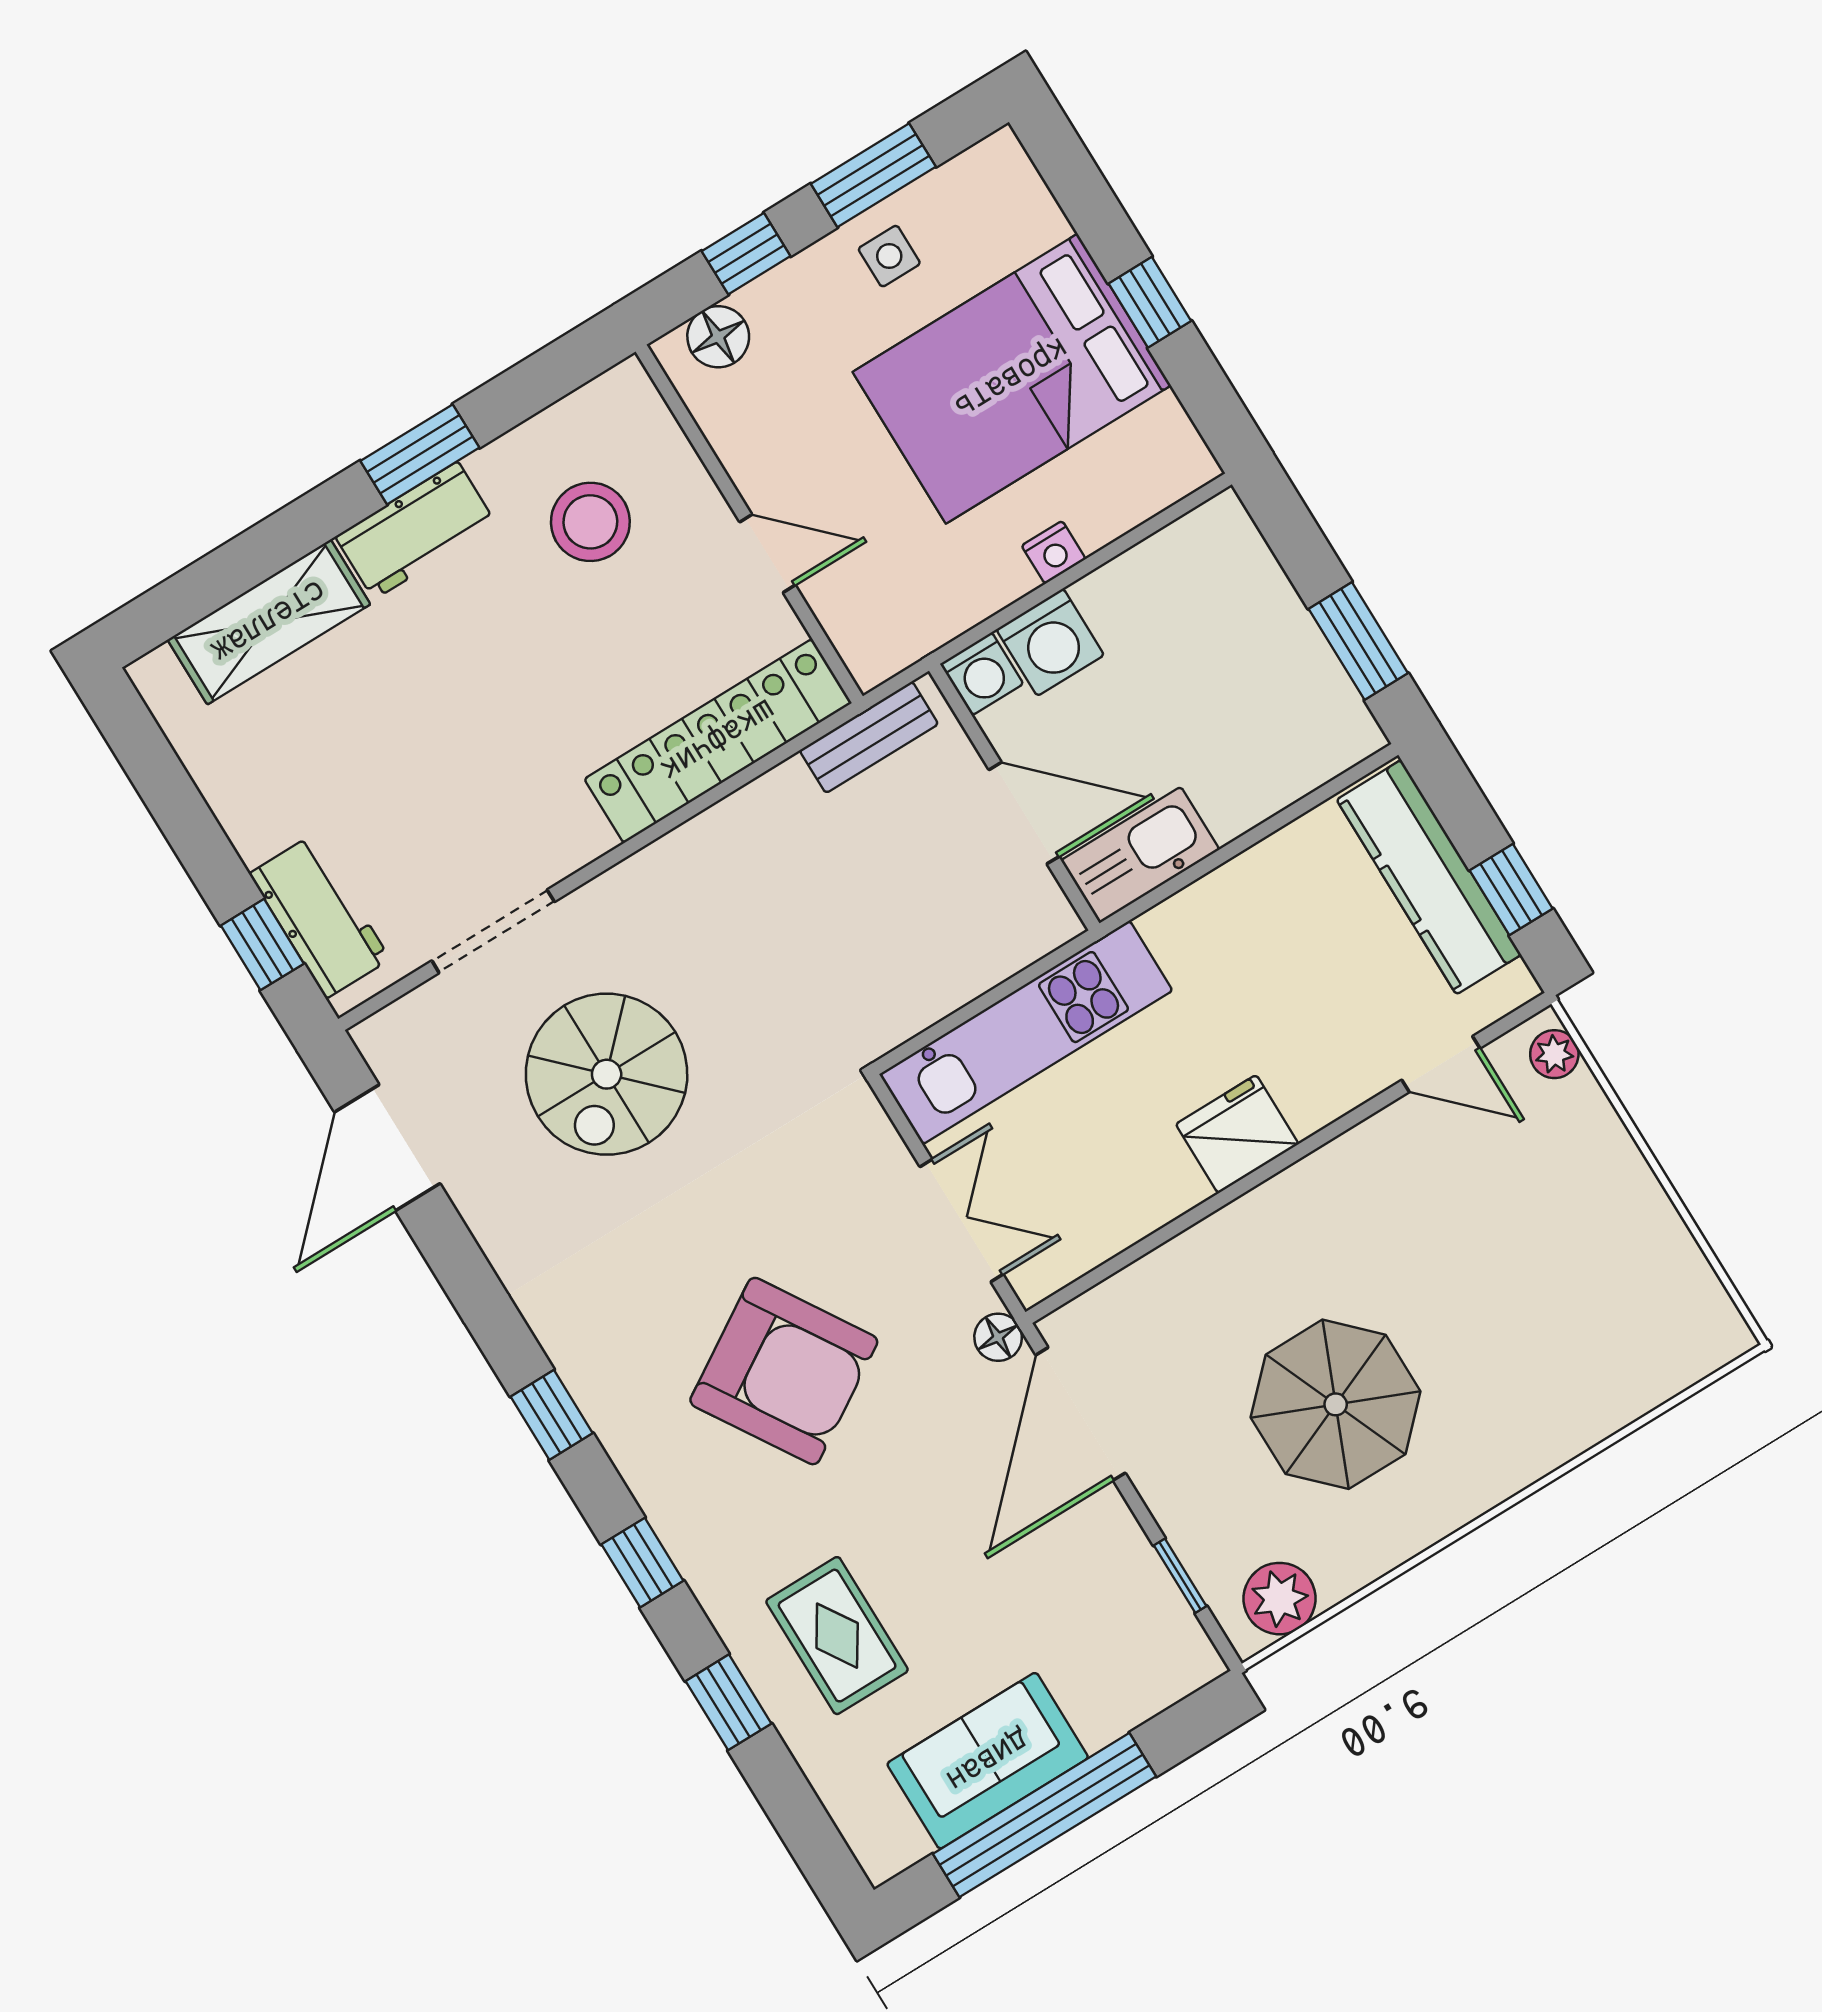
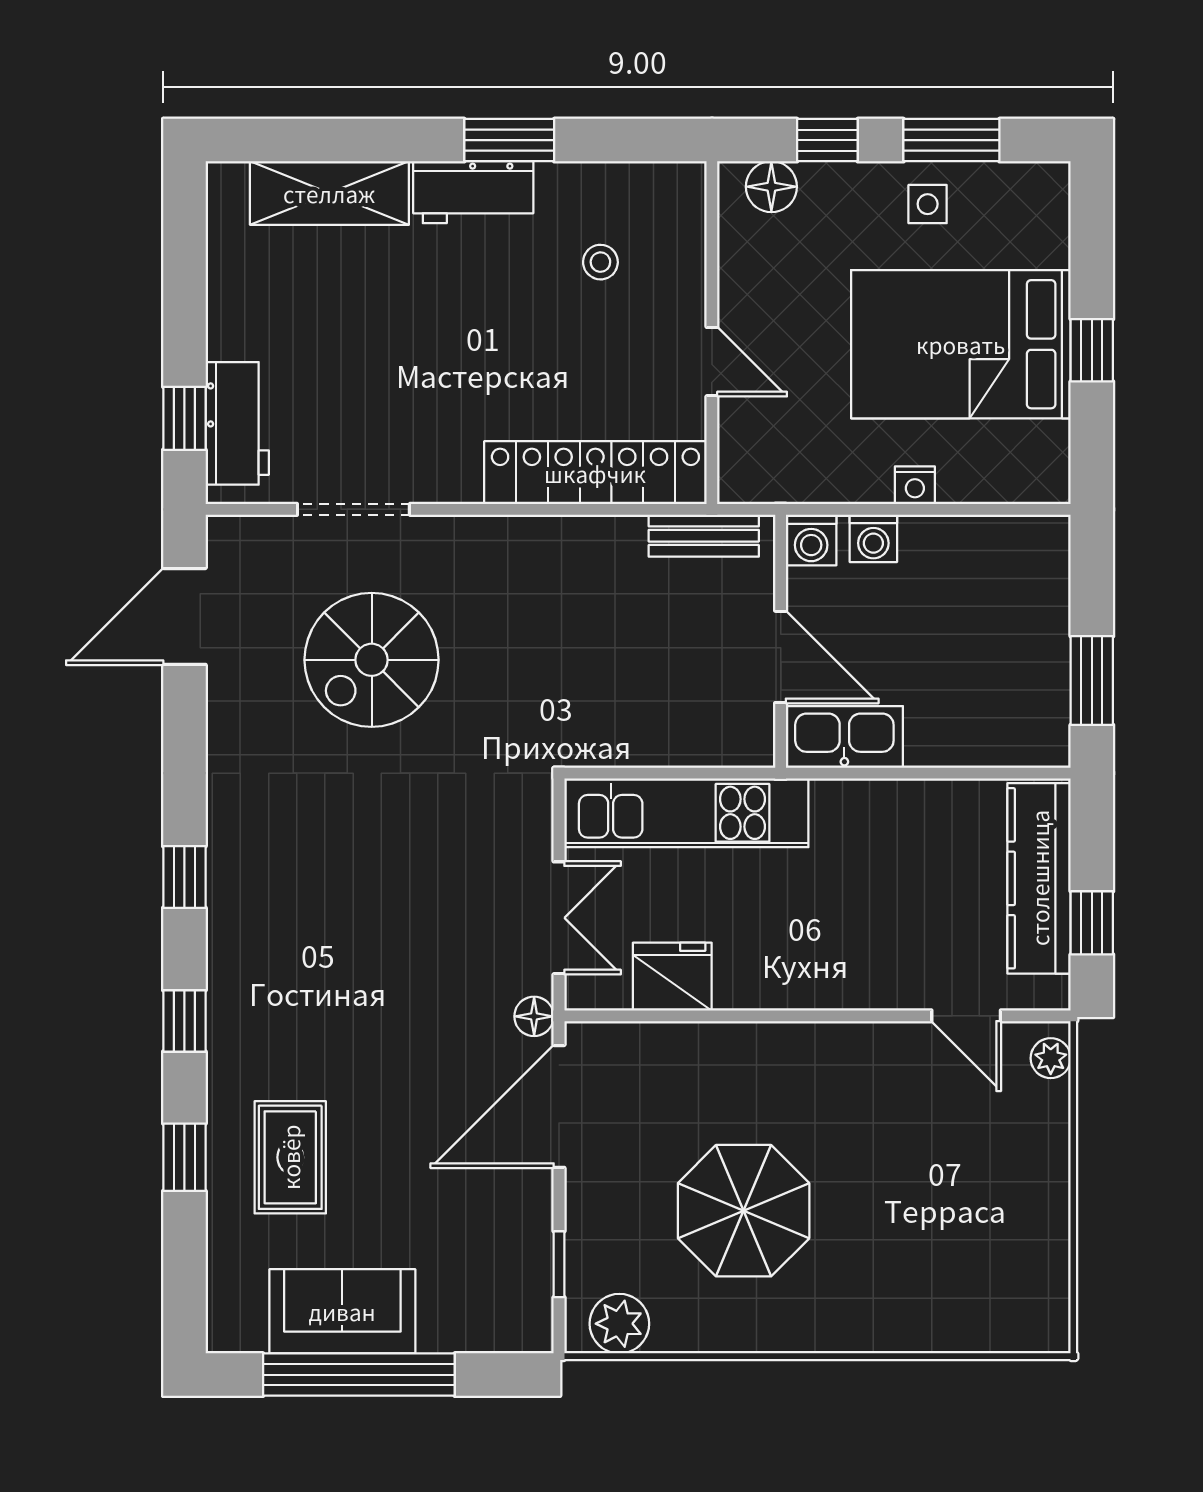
stool: (590, 522) -> (600, 262), width x0.53, depth x0.53
washing machine: (1050, 642) -> (873, 538), width x0.73, depth x0.73
fridge: (1237, 1134) -> (672, 977), moved
armchair: (784, 1371) -> (368, 947), removed

